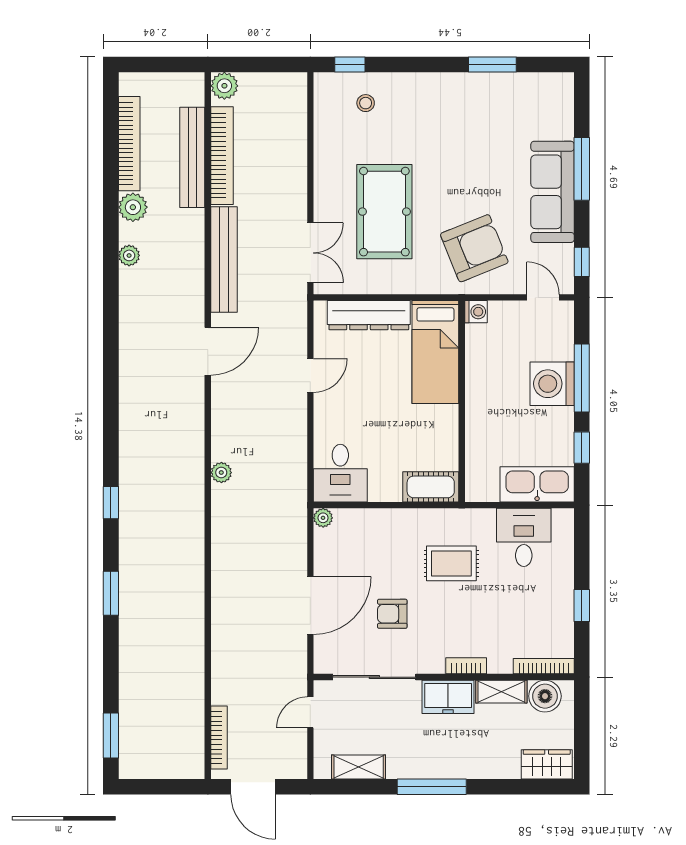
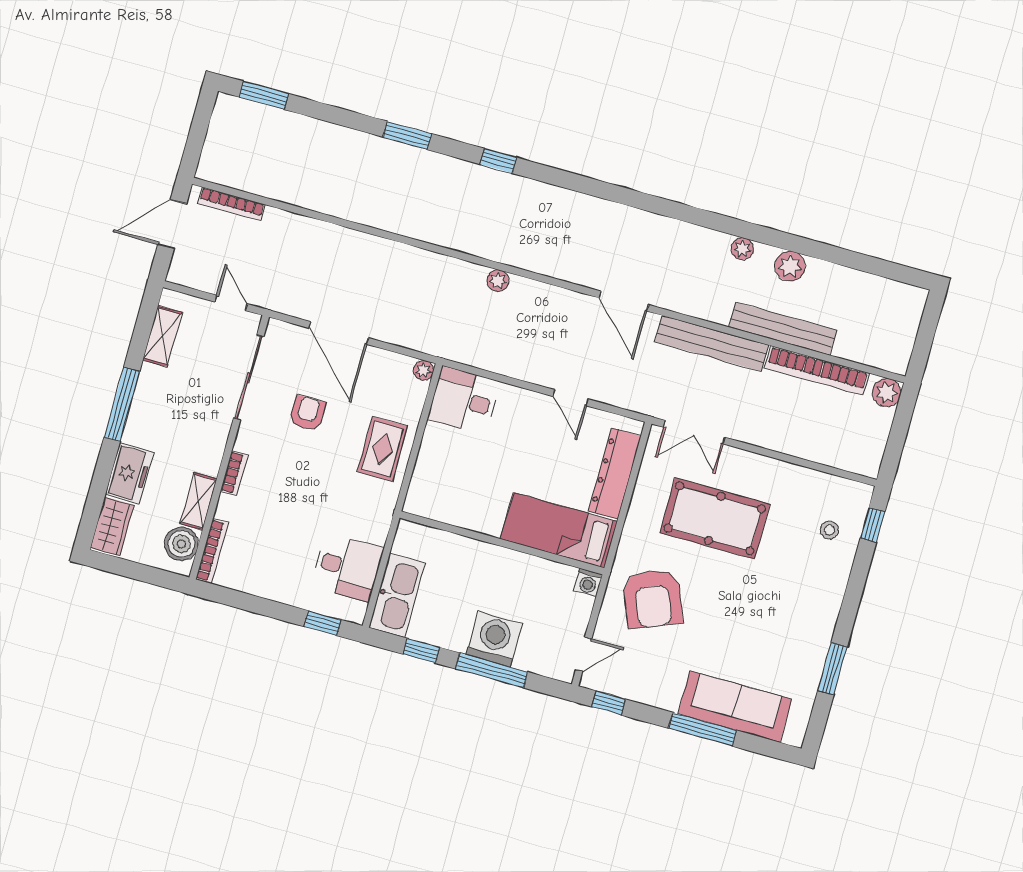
bookcase: (129, 144) -> (855, 280), removed
bench: (192, 157) -> (783, 329), moved
sofa: (553, 192) -> (735, 707), moved
cot: (431, 487) -> (424, 488), removed
rug: (451, 563) -> (382, 449), moved
window: (582, 605) -> (323, 623), moved
freezer: (448, 697) -> (129, 473), moved, turned 180

